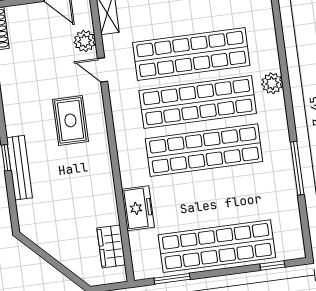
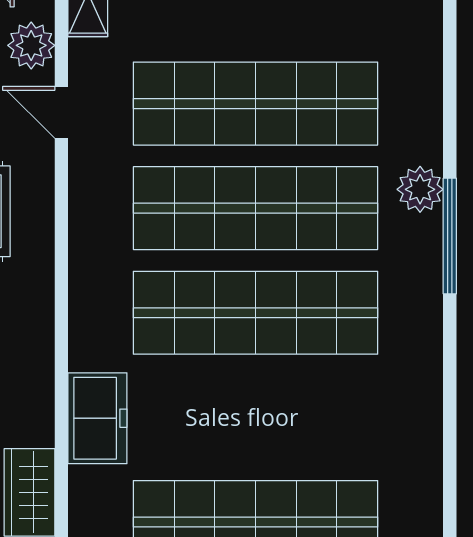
window: (297, 168) -> (450, 236), moved

